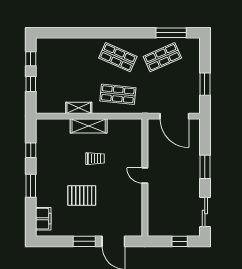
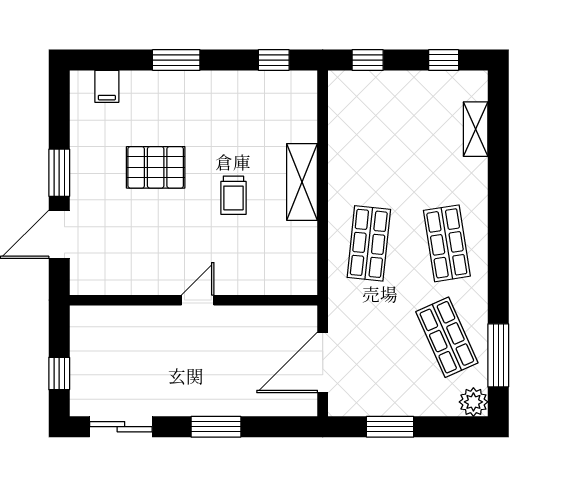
plant: (193, 45) -> (473, 402), added
shop shelf: (118, 57) -> (447, 243), turned -33
window: (31, 84) -> (368, 60), moved
shelving: (79, 108) -> (476, 129), moved
window: (31, 150) -> (274, 60), moved
pallet: (82, 196) -> (156, 167), turned 90
filing cabinet: (43, 219) -> (107, 86), width x0.50

